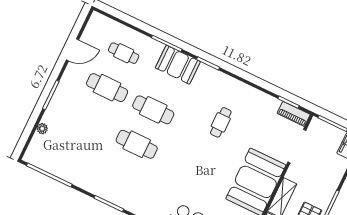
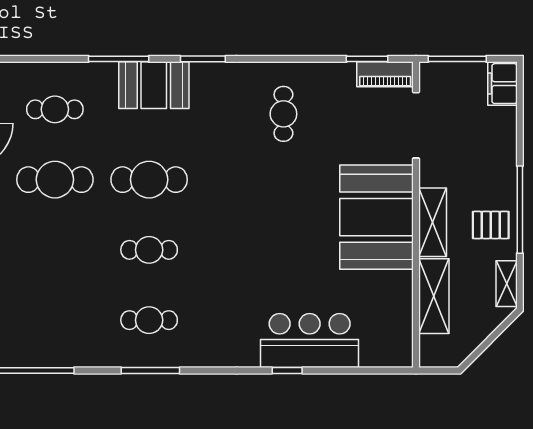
cafe table: (221, 122) -> (283, 114), moved
cafe table: (137, 144) -> (149, 250), width x0.73, depth x0.74
cafe table: (120, 179) -> (149, 320), added

